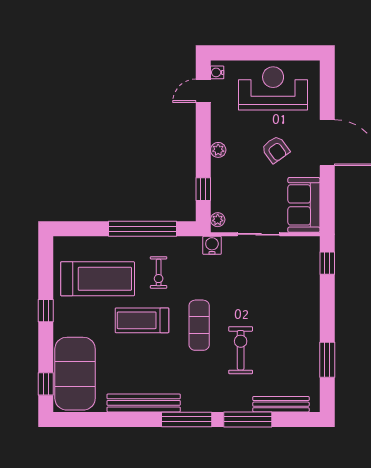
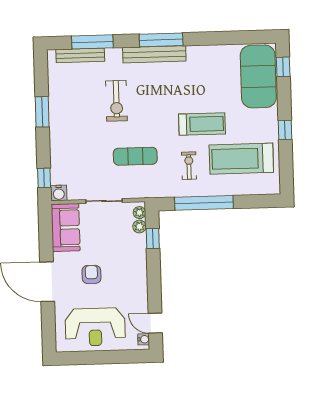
door: (203, 91) -> (155, 323), swing flipped
plant: (218, 150) -> (139, 226), moved
armchair: (276, 150) -> (91, 274), turned 36
water cooler: (212, 245) -> (59, 193), moved
exercise mat: (199, 325) -> (135, 156), moved, turned 90
window: (327, 360) -> (42, 112), moved
bench: (144, 403) -> (154, 54), moved
window: (248, 419) -> (92, 42), moved

